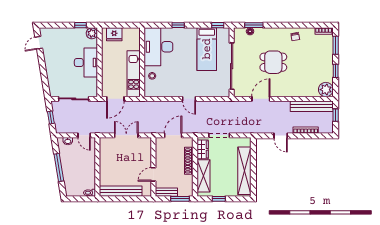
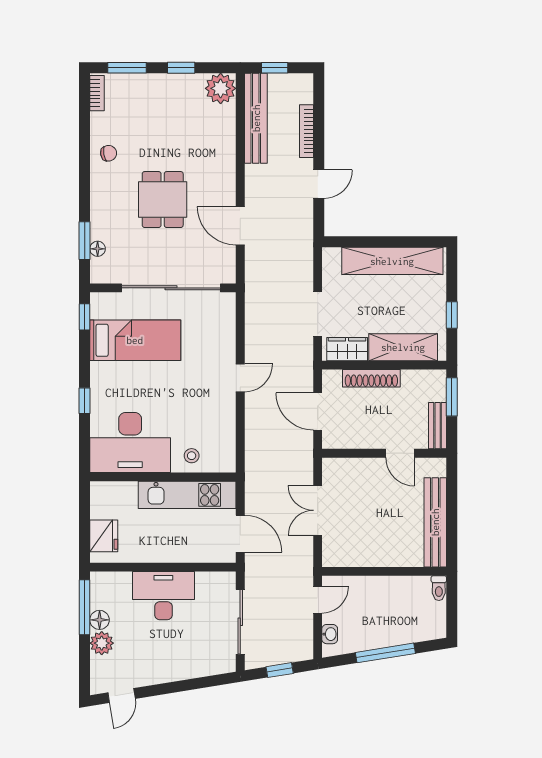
window: (81, 25) -> (85, 607), width x2.17
floor lamp: (75, 32) -> (100, 620), added
plant: (92, 33) -> (102, 643), moved
door: (39, 43) -> (122, 696), hinge flipped

